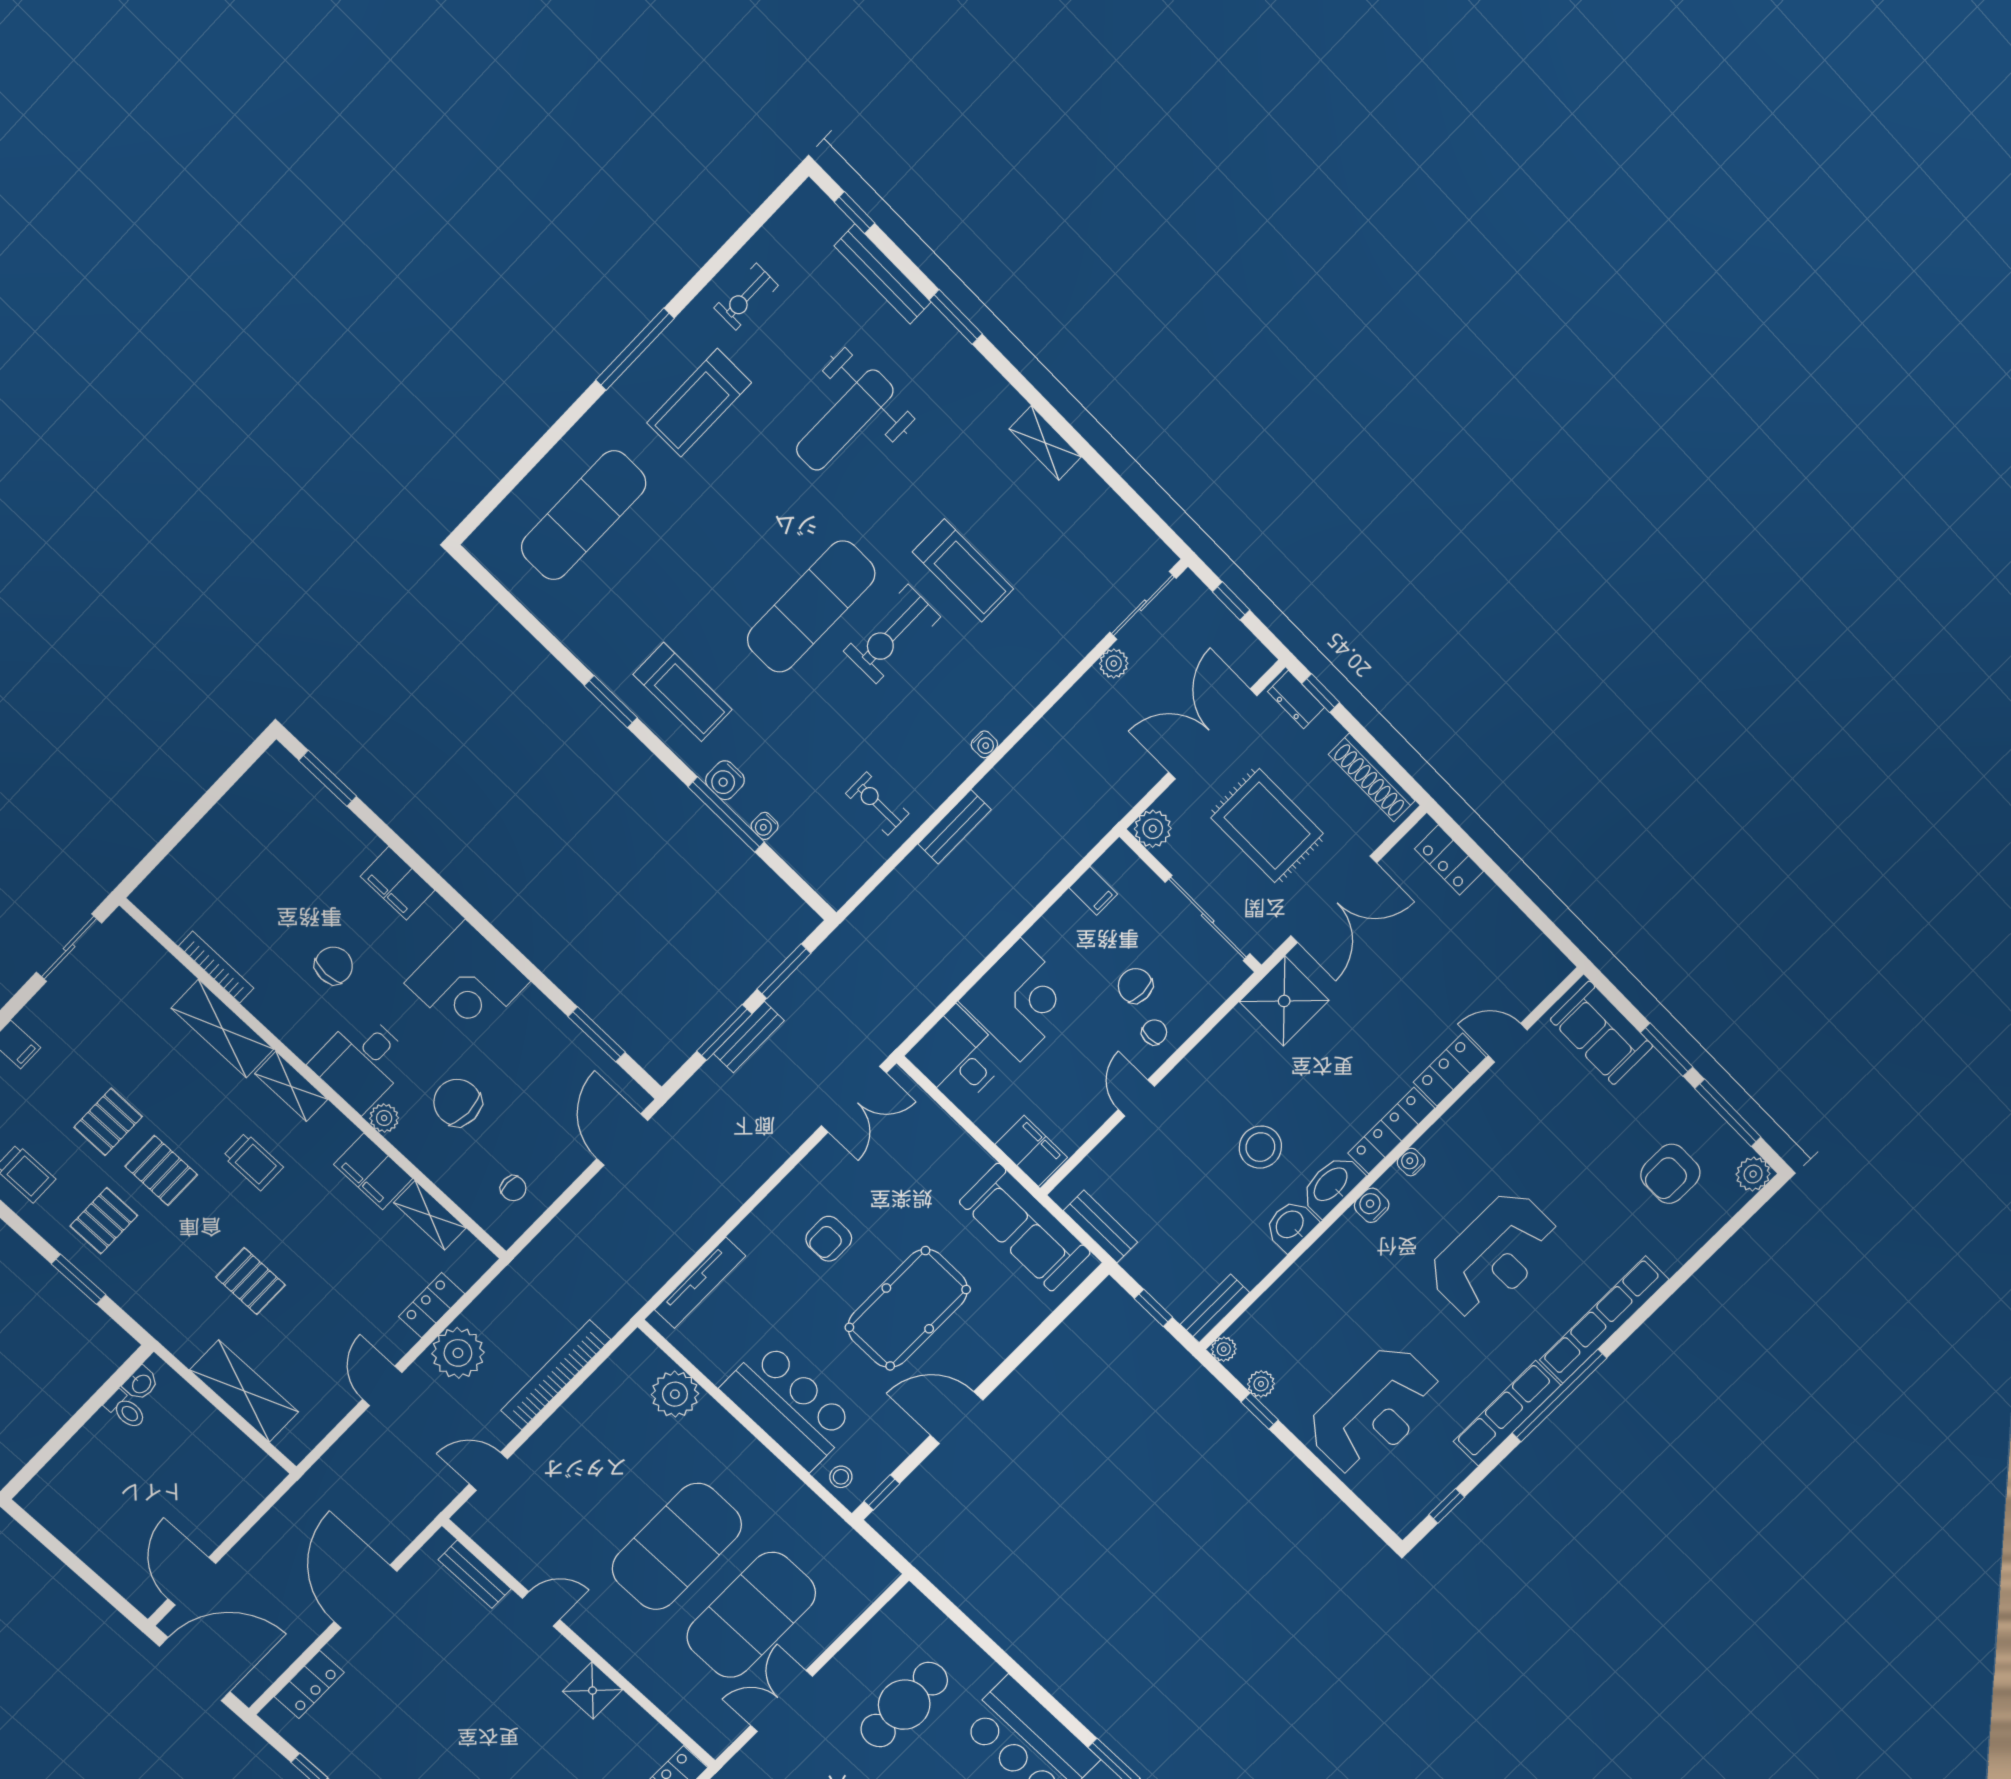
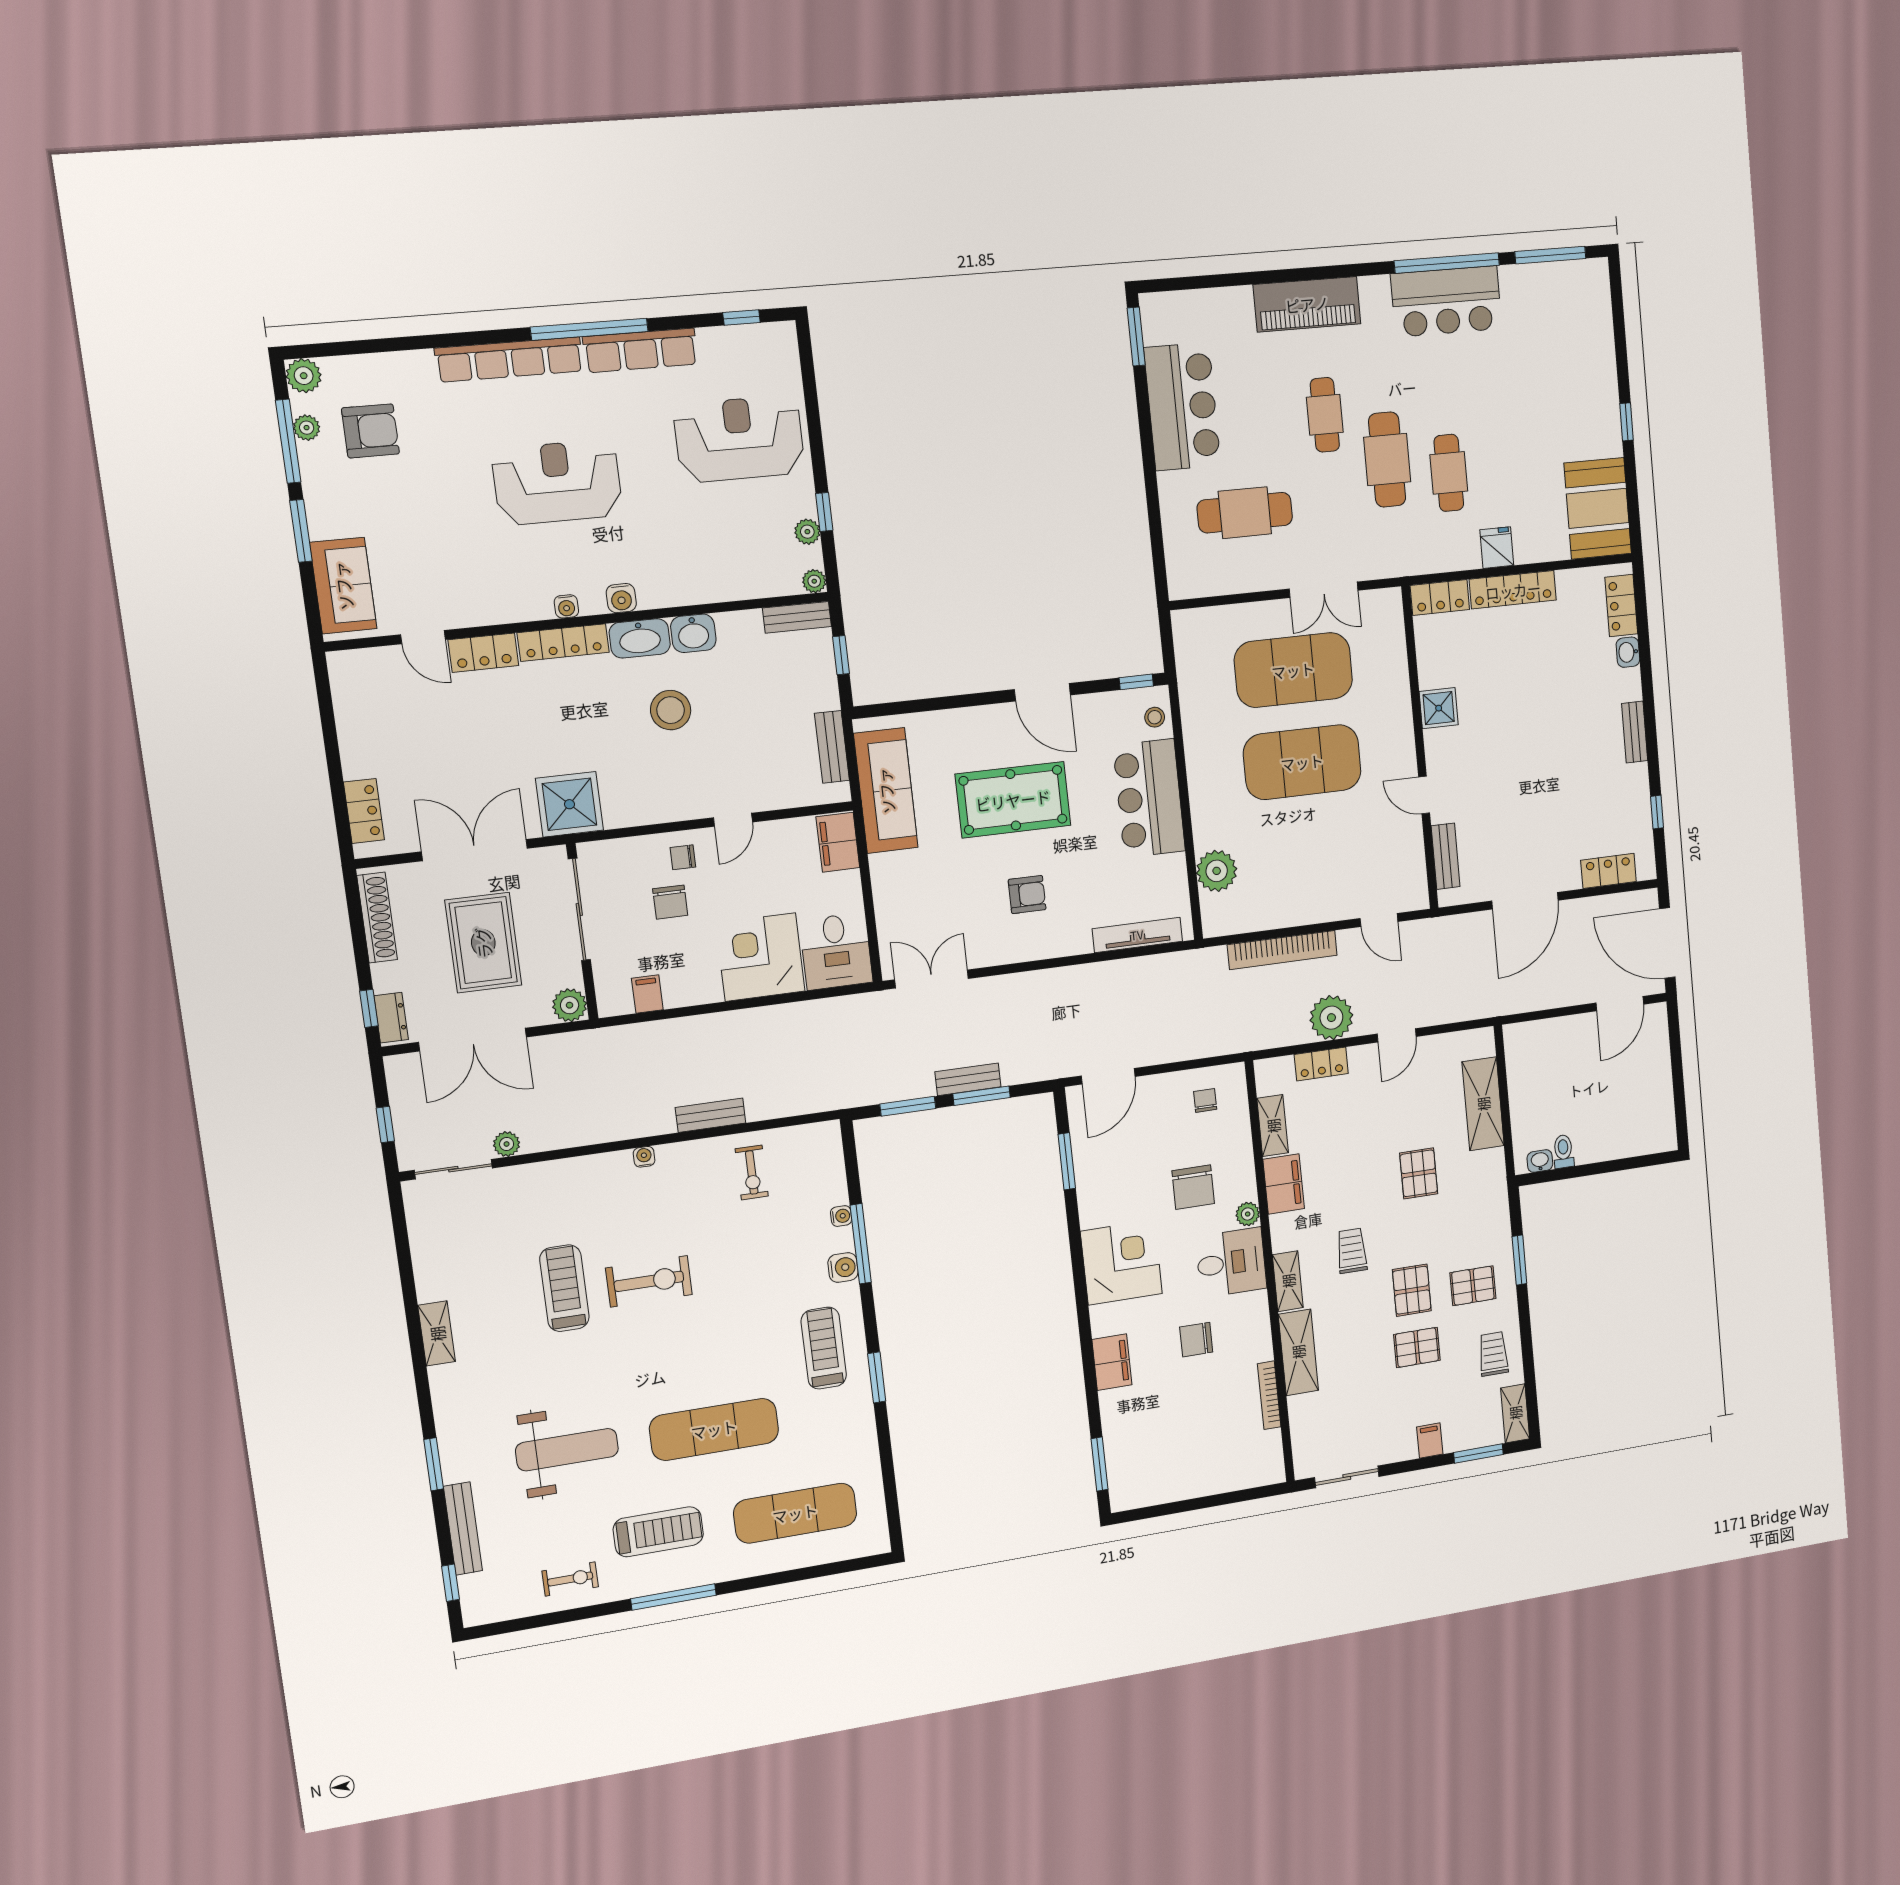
exercise mat: (811, 607) -> (714, 1429), moved
plant: (1721, 1135) -> (307, 428), added

